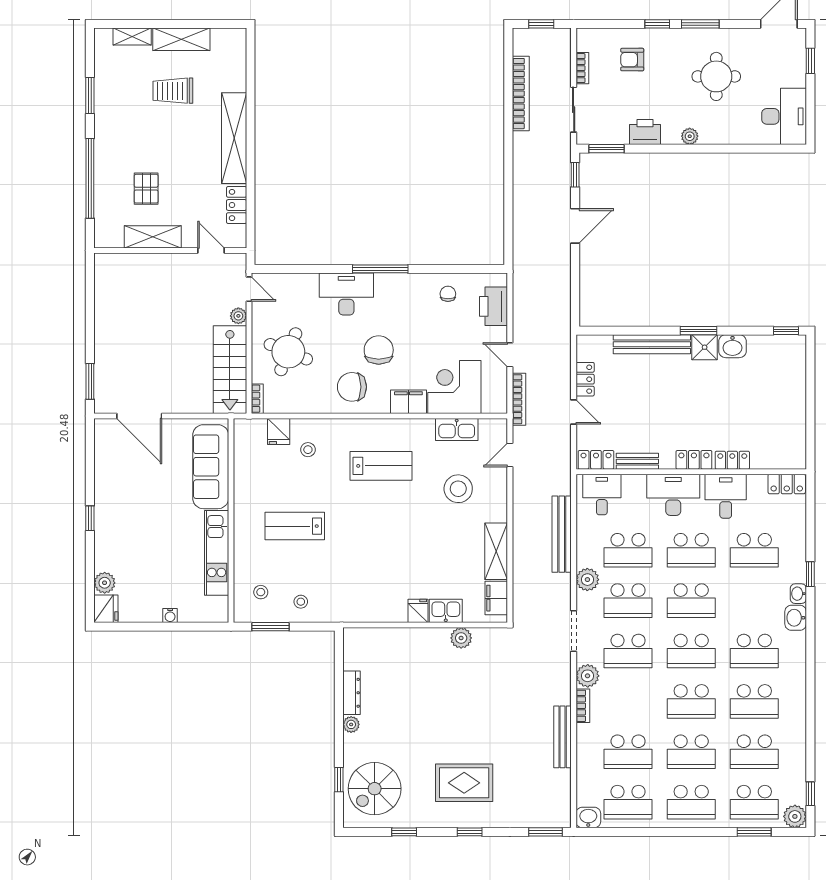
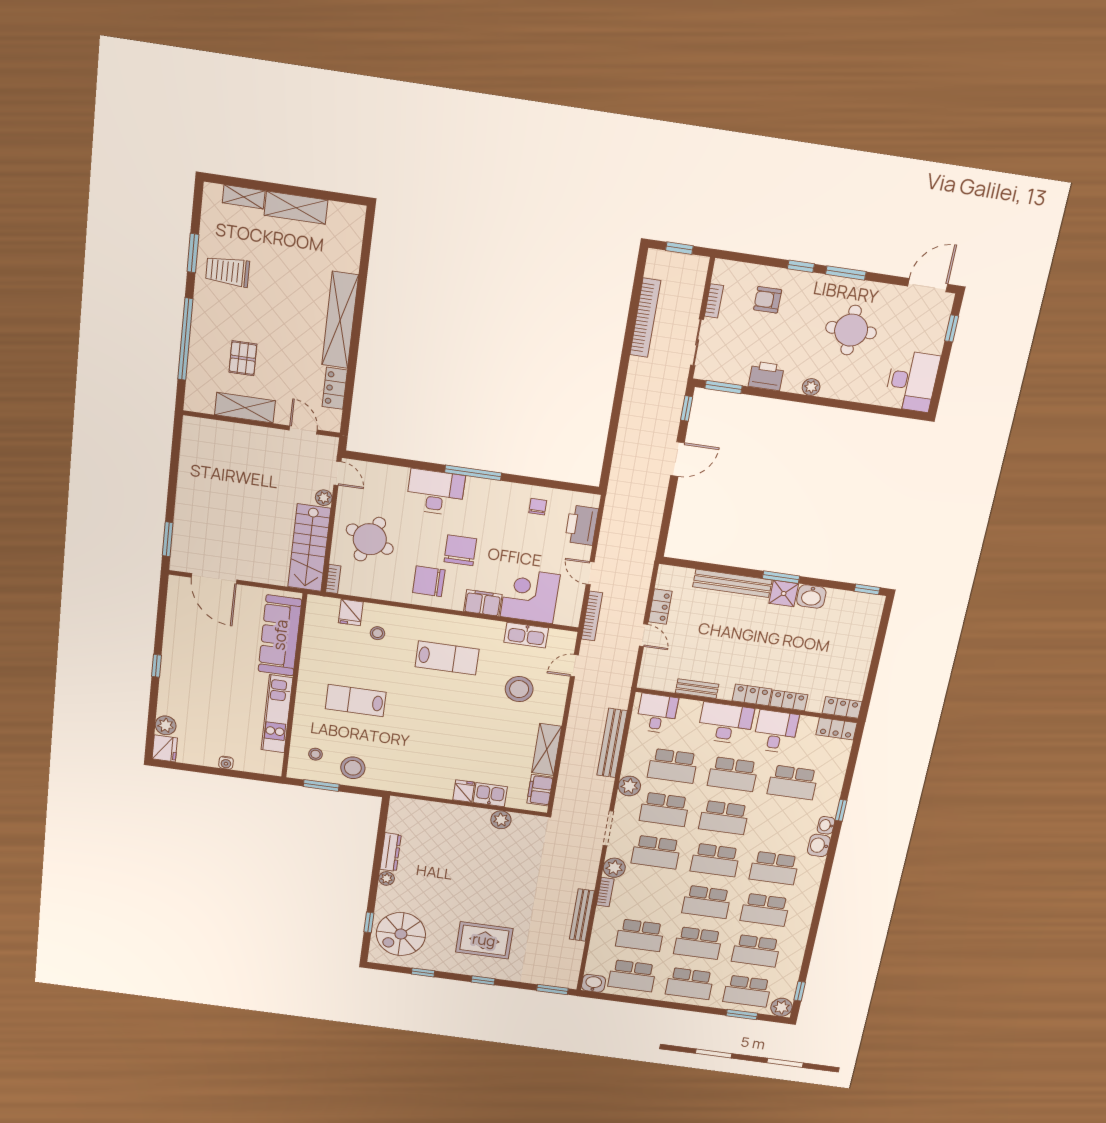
trolley: (173, 91) -> (228, 271), moved
locker: (596, 460) -> (842, 707), moved
stool: (301, 602) -> (353, 768), width x1.89, depth x1.89

